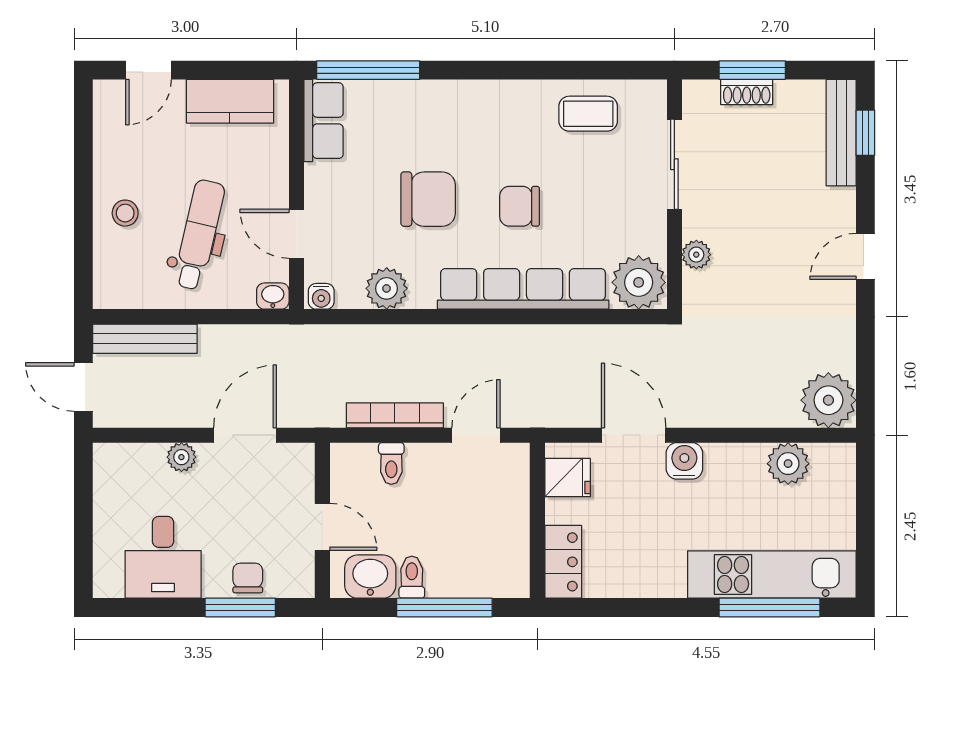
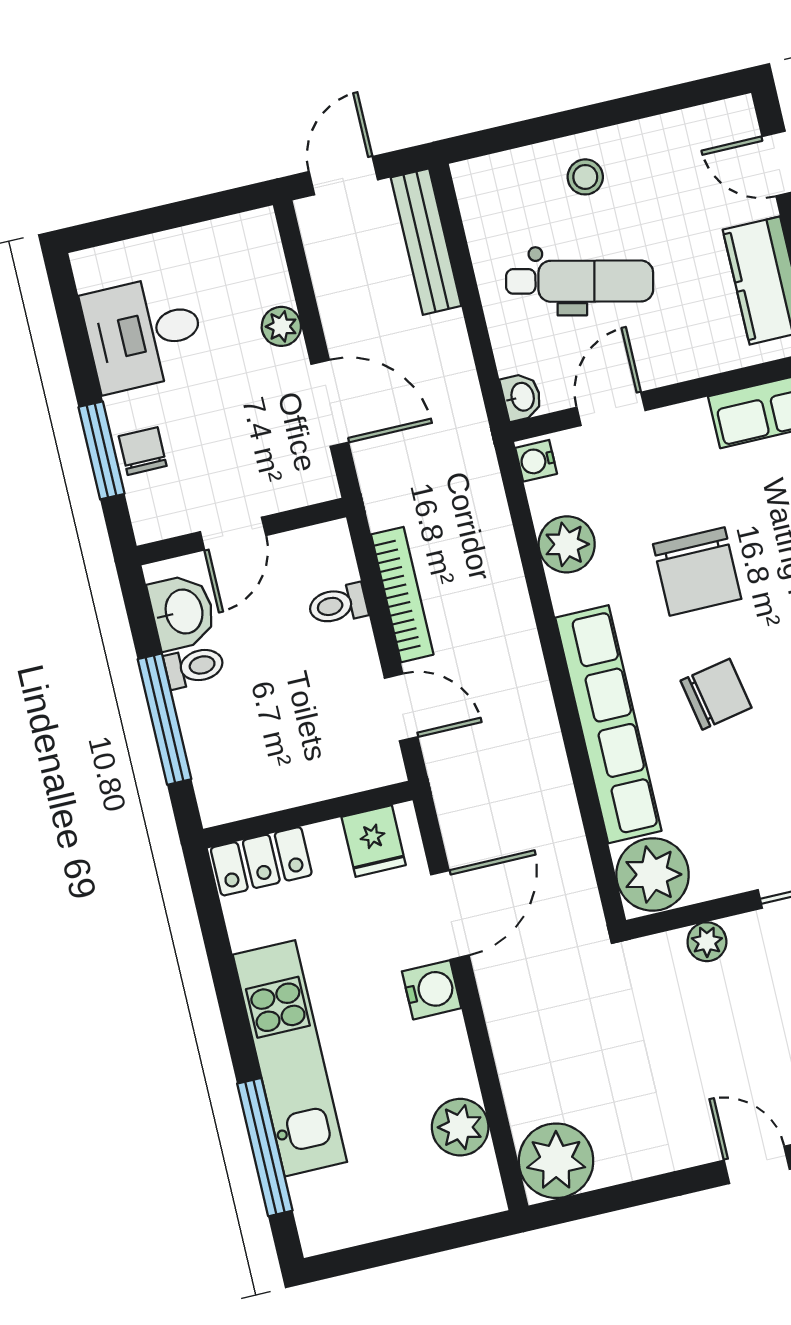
chair: (520, 206) -> (716, 694), turned 79
kitchen unit: (772, 575) -> (290, 1058), moved
chair: (248, 578) -> (143, 451), turned -90

